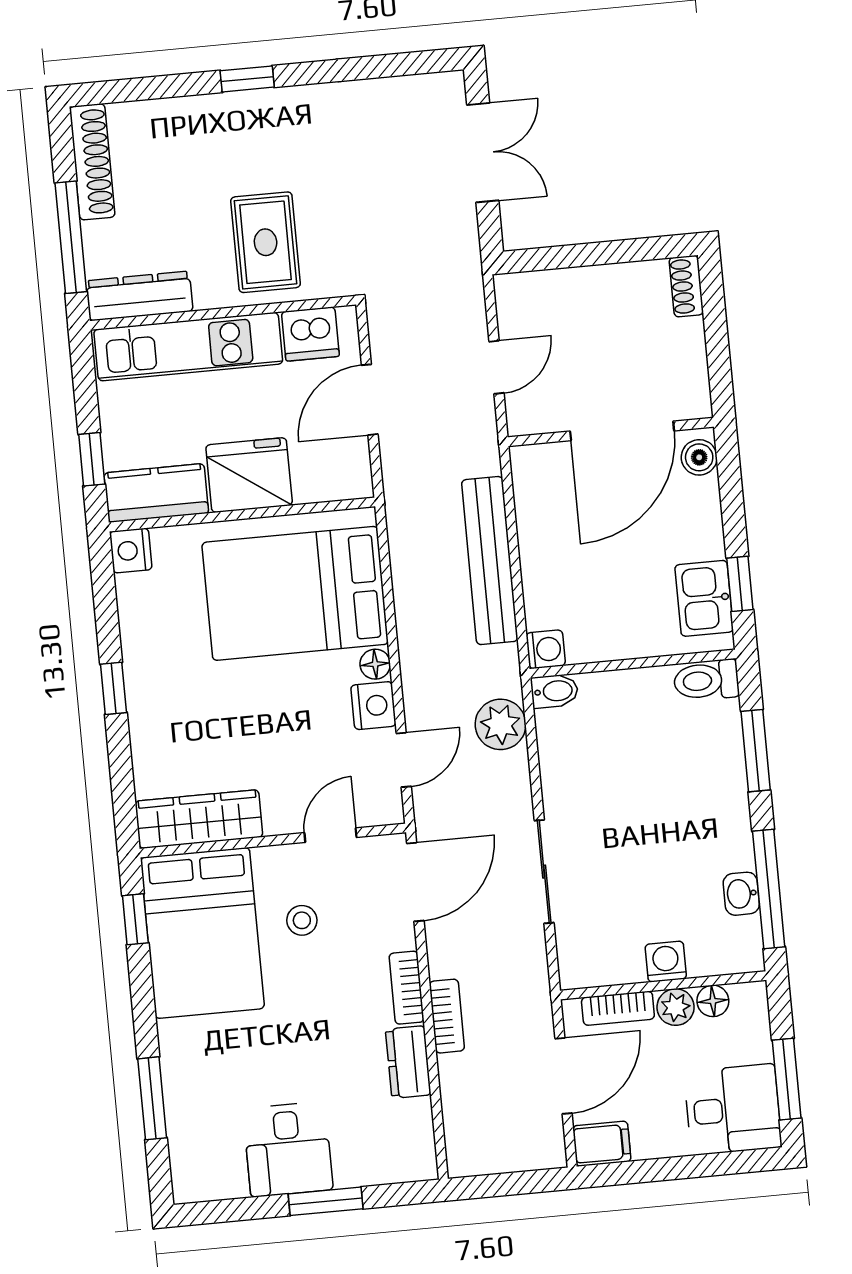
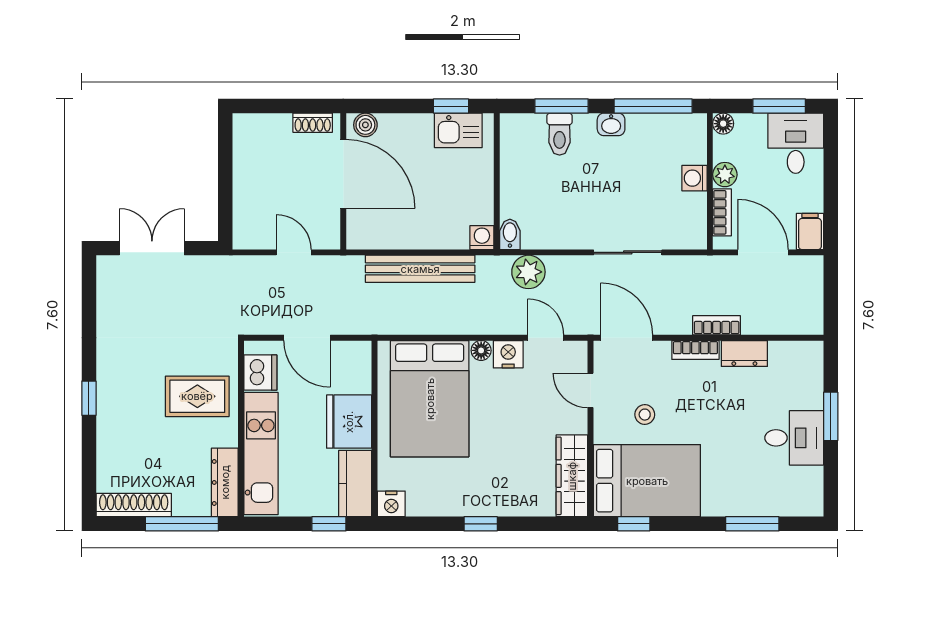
shoe rack: (686, 286) -> (313, 123), moved
toilet: (706, 680) -> (560, 134), moved
washbasin: (741, 894) -> (611, 124), moved
floor lamp: (713, 1001) -> (723, 124), moved

